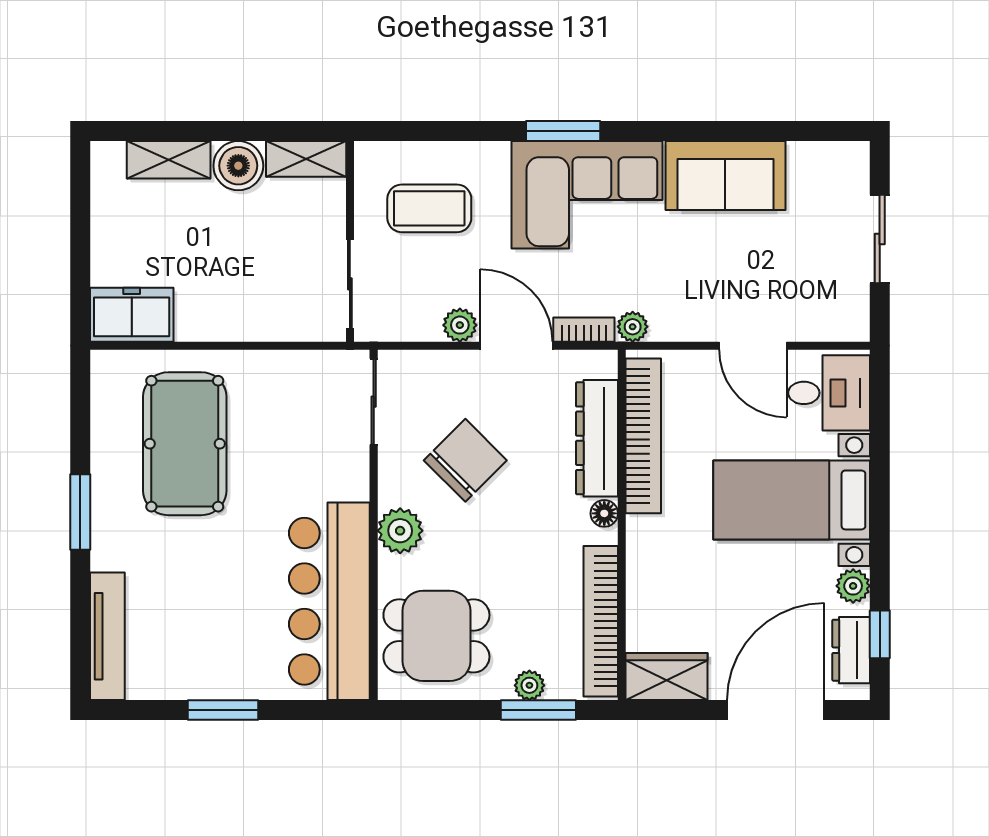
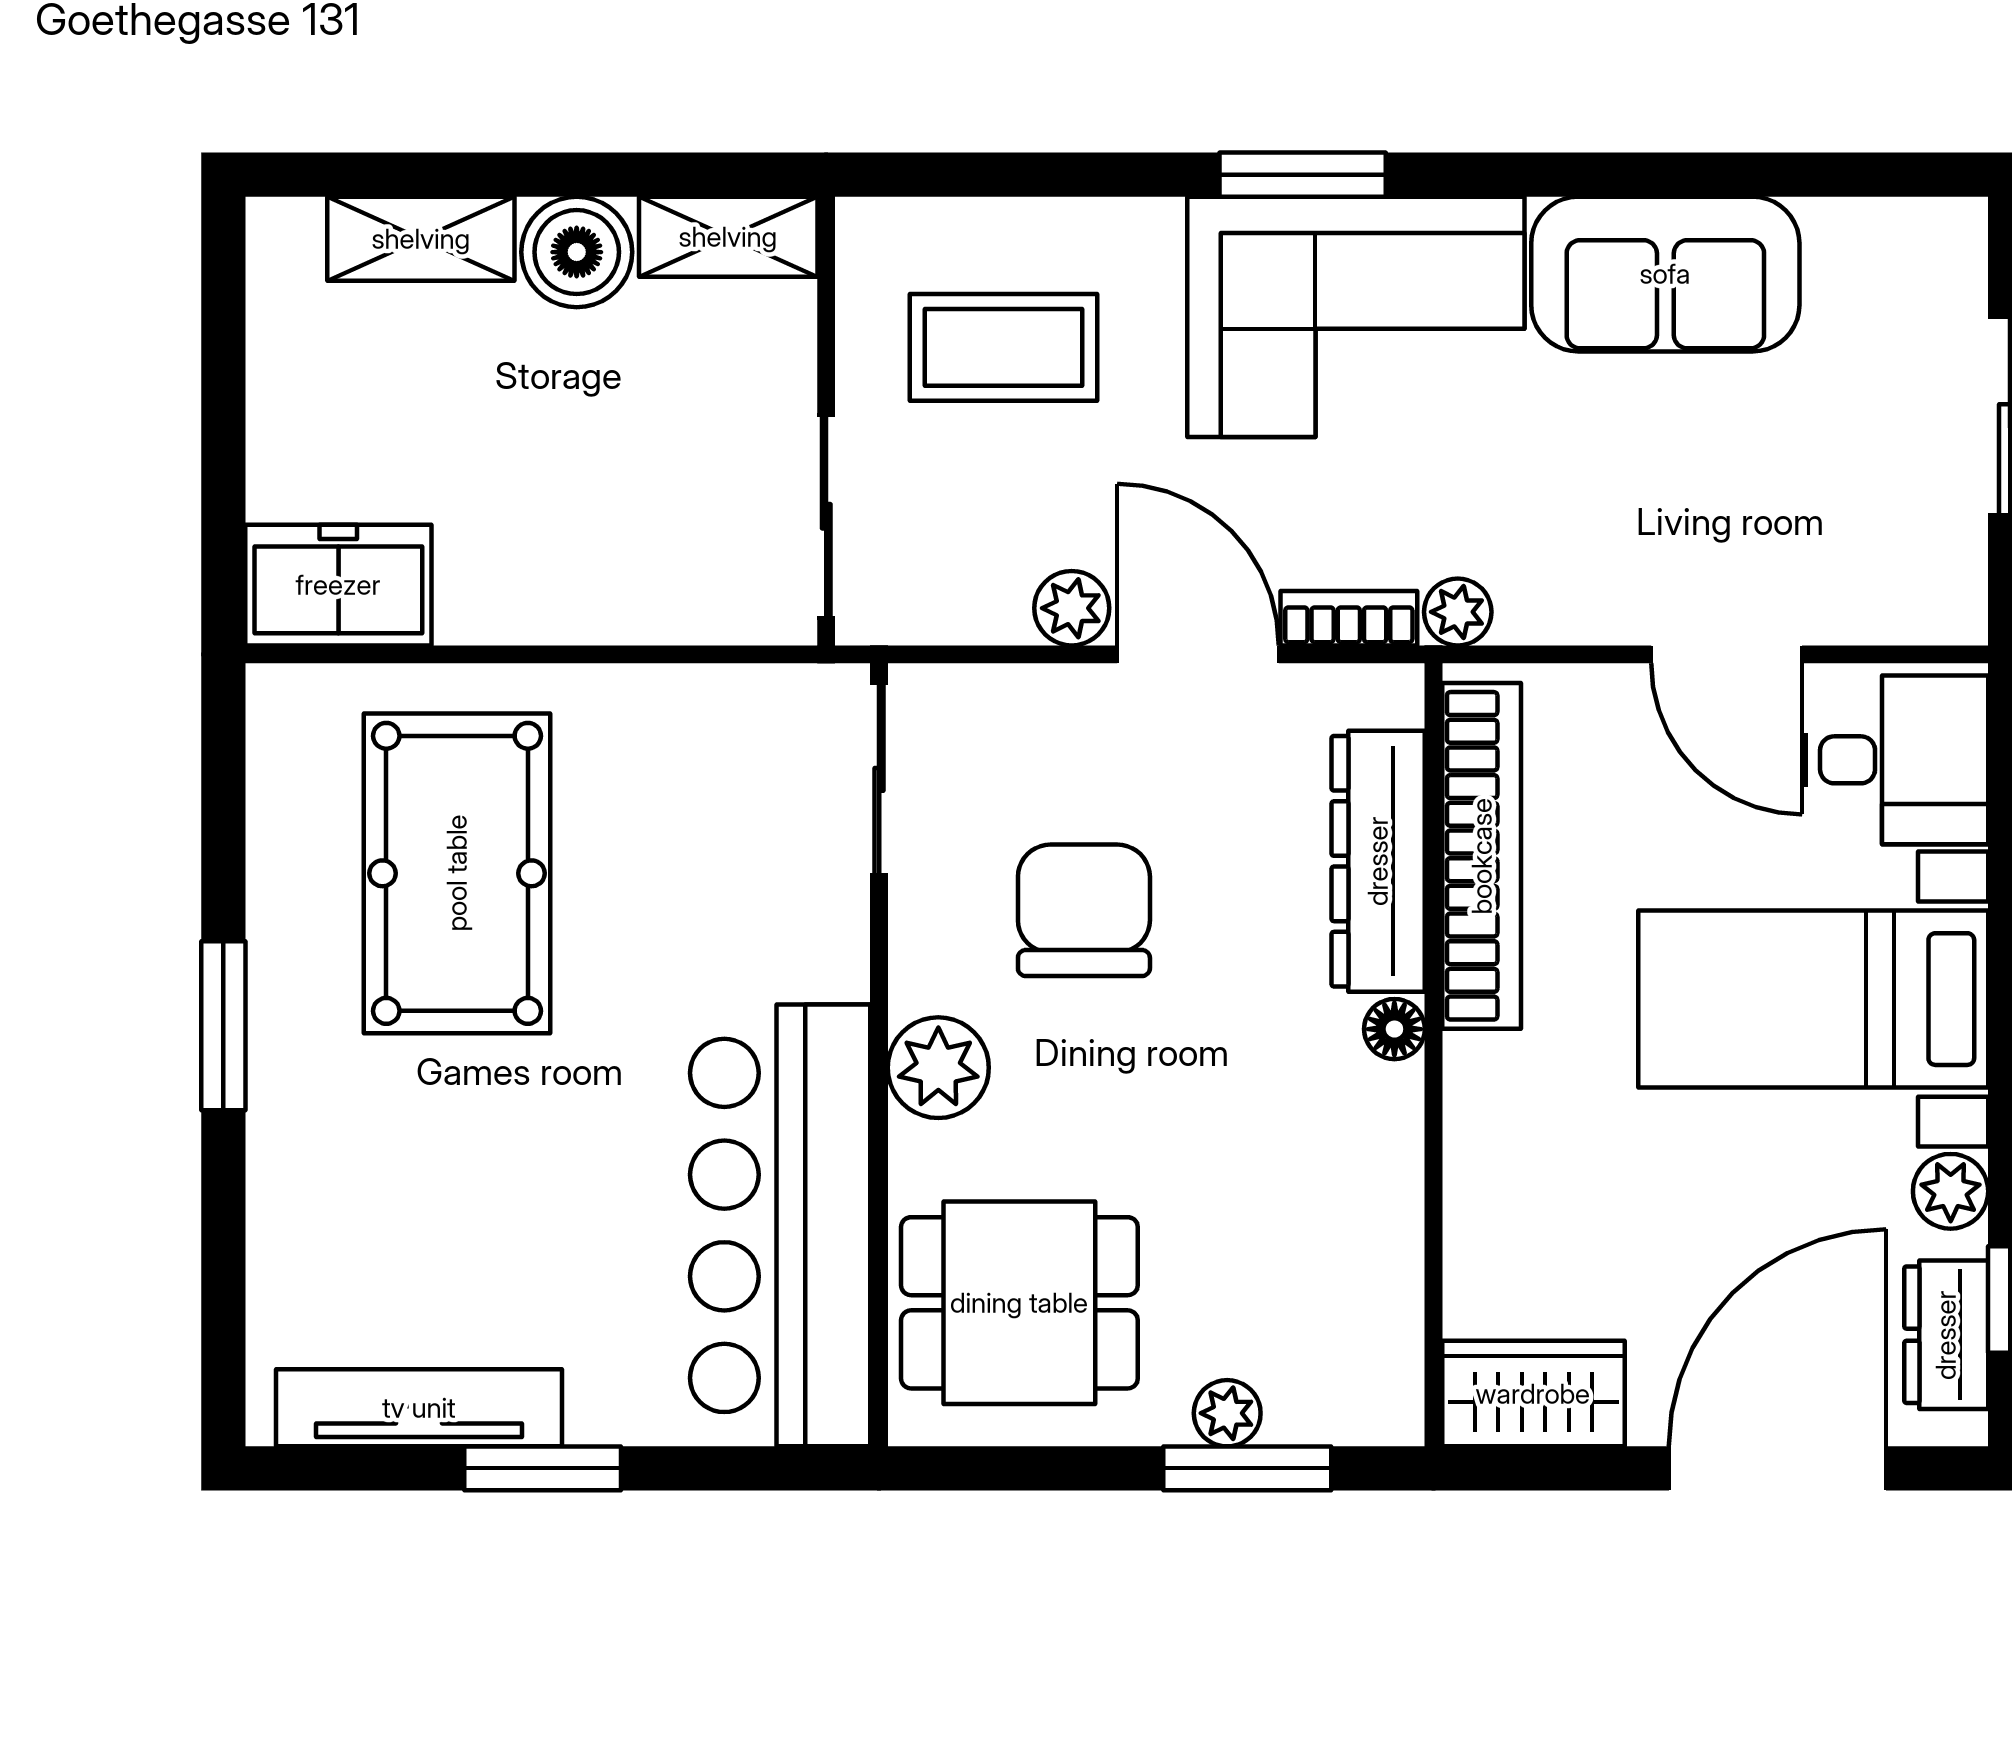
chair: (465, 460) -> (1084, 910), turned -45
bookcase: (601, 621) -> (1386, 1270), removed
tv unit: (107, 636) -> (419, 1408), moved, turned -90

